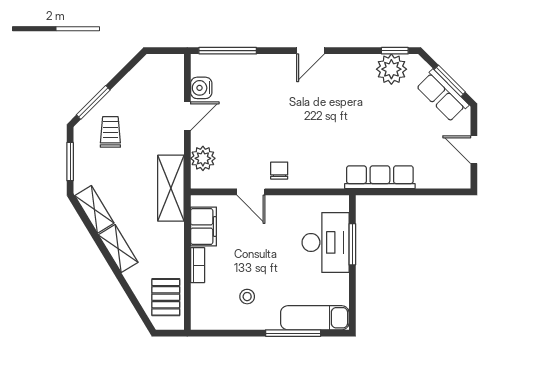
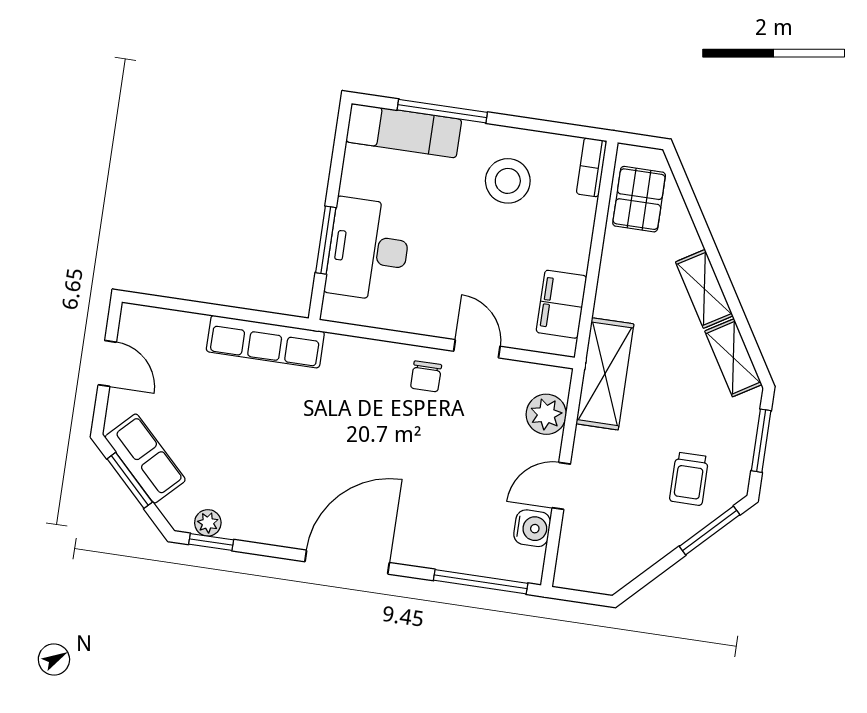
door: (310, 51) -> (347, 562), width x1.88
plant: (391, 69) -> (208, 523), width x0.53, depth x0.53
bookcase: (198, 265) -> (591, 167), moved
stool: (247, 297) -> (508, 181), width x1.89, depth x1.89

